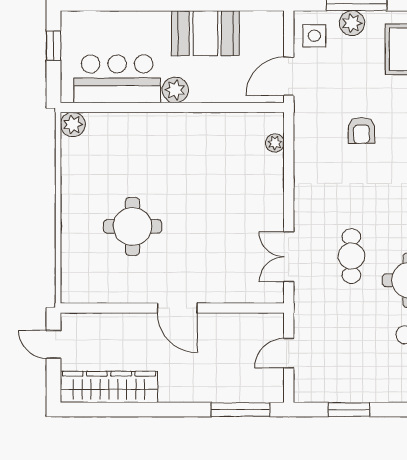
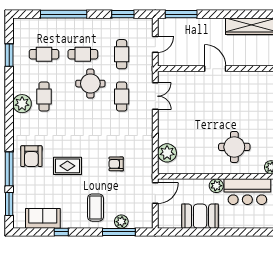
side table: (314, 36) -> (141, 215), removed
armchair: (361, 130) -> (116, 164), turned -90
plant: (275, 143) -> (167, 153), width x1.87, depth x1.87
round table: (133, 226) -> (234, 147), moved
cafe table: (351, 335) -> (122, 54), added

